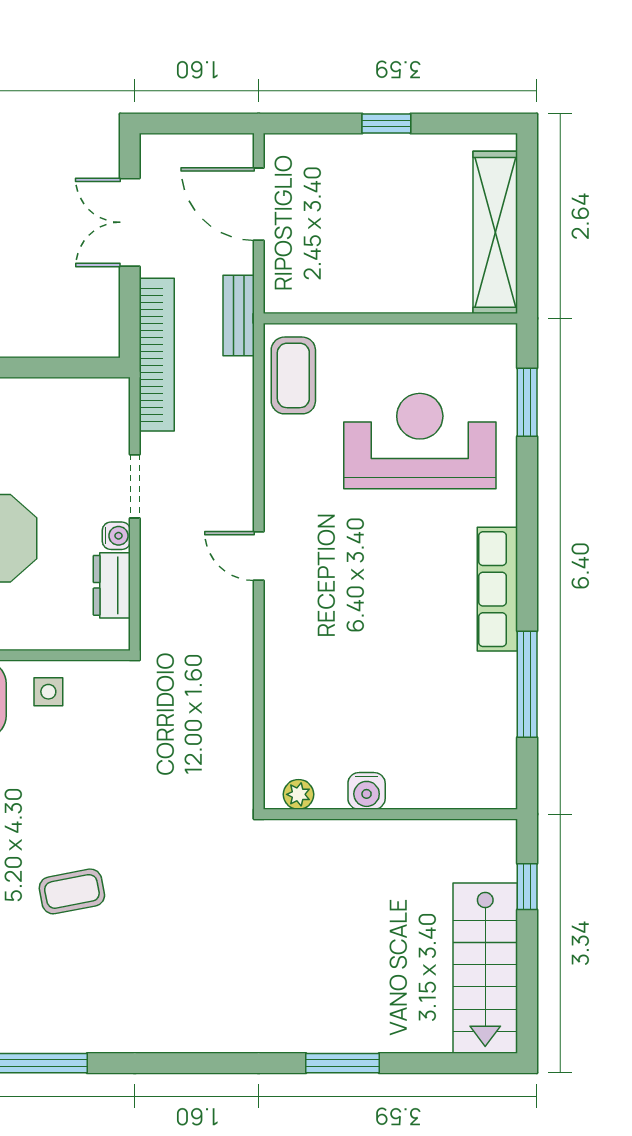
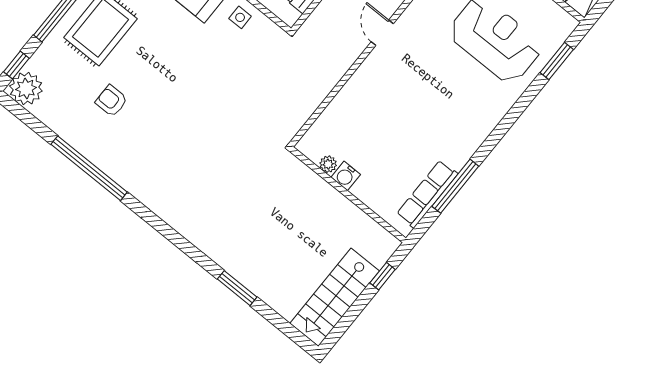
row of seats: (497, 589) -> (427, 194), moved
plant: (298, 794) -> (328, 164), moved
coffee table: (72, 891) -> (179, 115), removed

